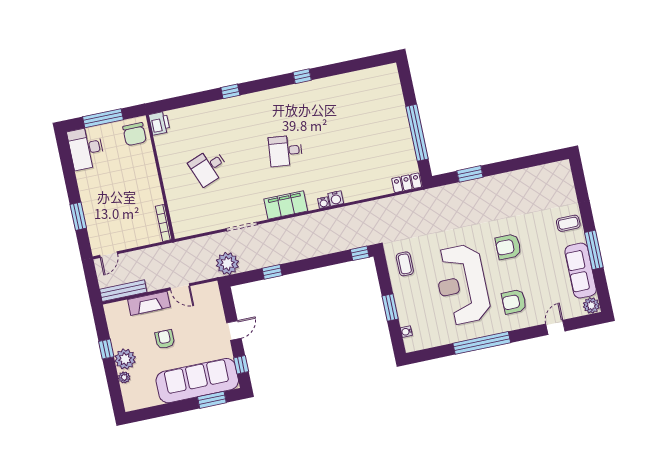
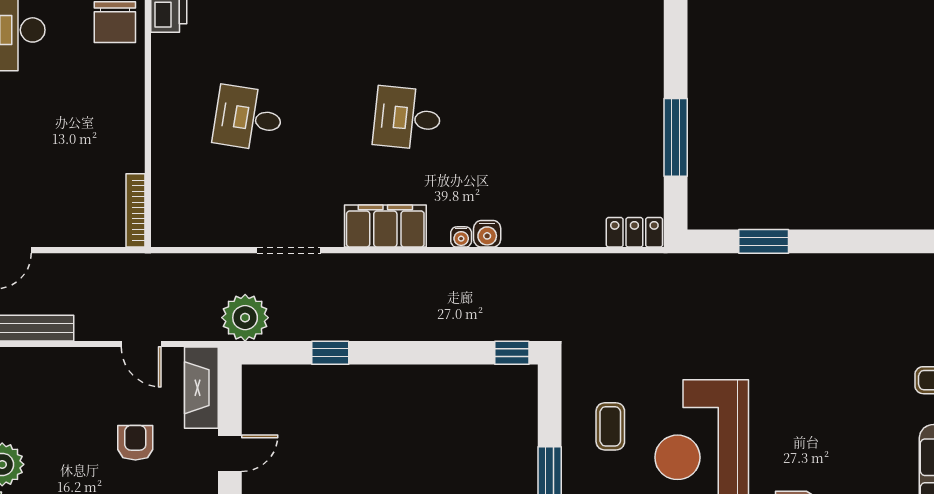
window: (417, 133) -> (676, 137), width x0.68
desk: (209, 167) -> (248, 118), turned 30
armchair: (508, 247) -> (809, 402), removed
coffee table: (405, 264) -> (610, 426), moved
fireplace: (149, 303) -> (201, 388), moved, turned 90
armchair: (165, 339) -> (135, 443), moved

